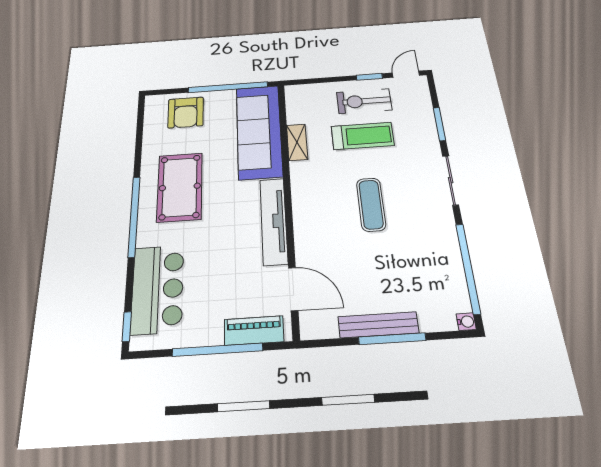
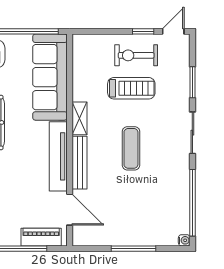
shelving: (297, 142) -> (80, 118), moved
bench: (378, 325) -> (80, 163), moved, turned 90

